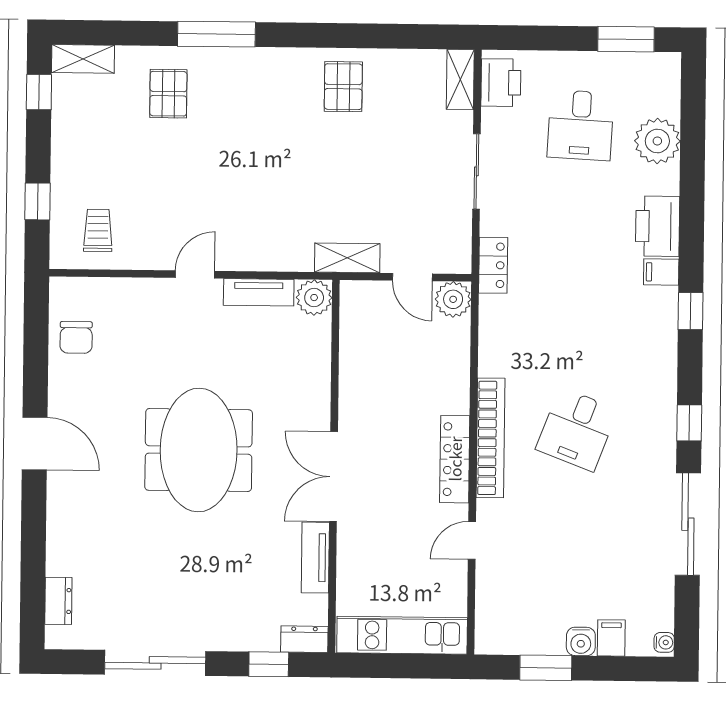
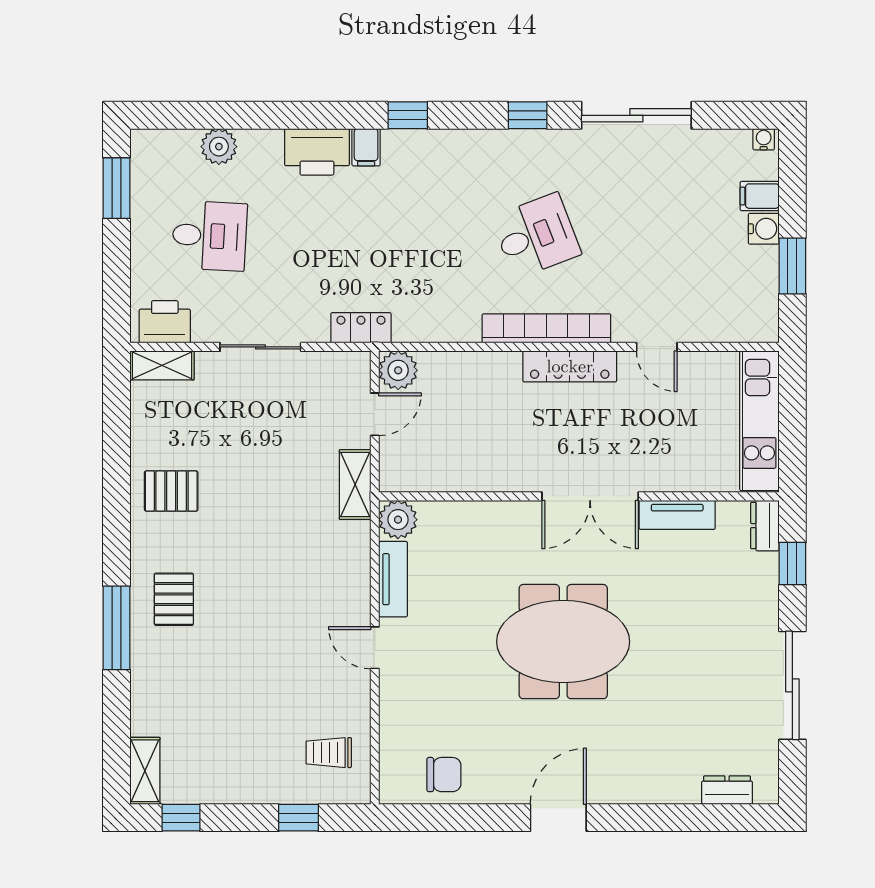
pallet: (168, 94) -> (174, 599), moved, turned 90
plant: (657, 141) -> (219, 147), width x0.73, depth x0.73
desk: (577, 429) -> (536, 236), turned -42

